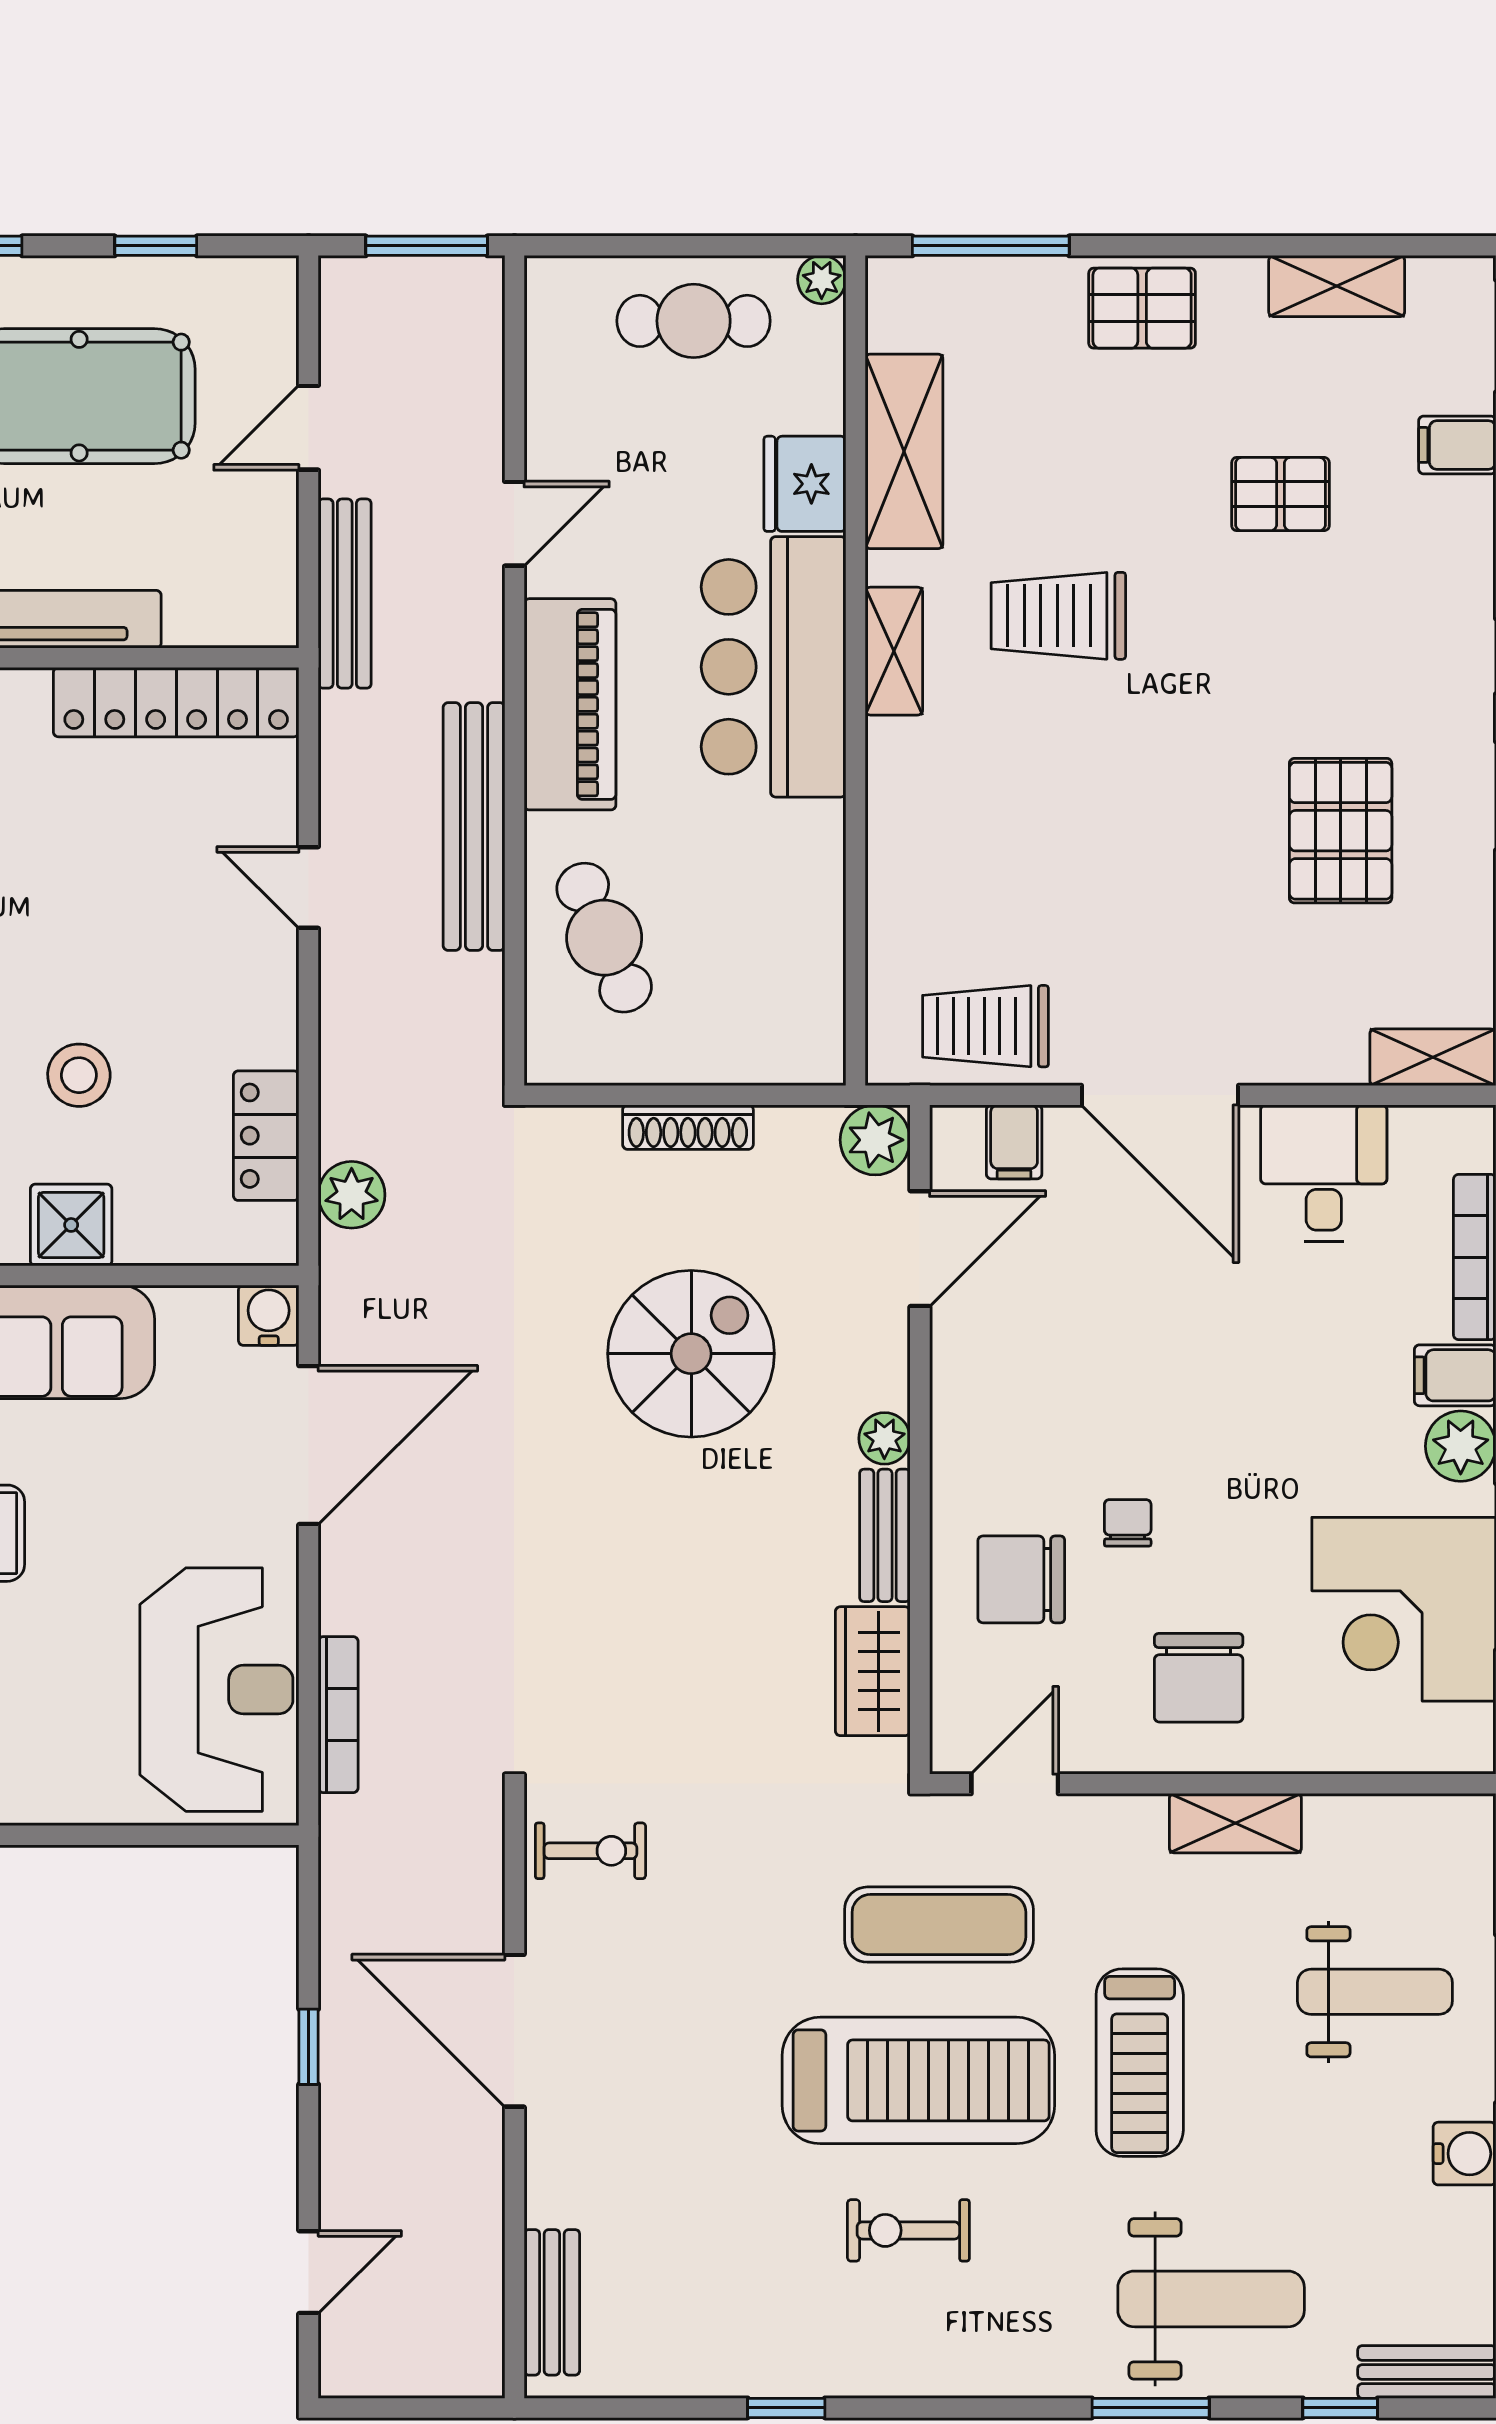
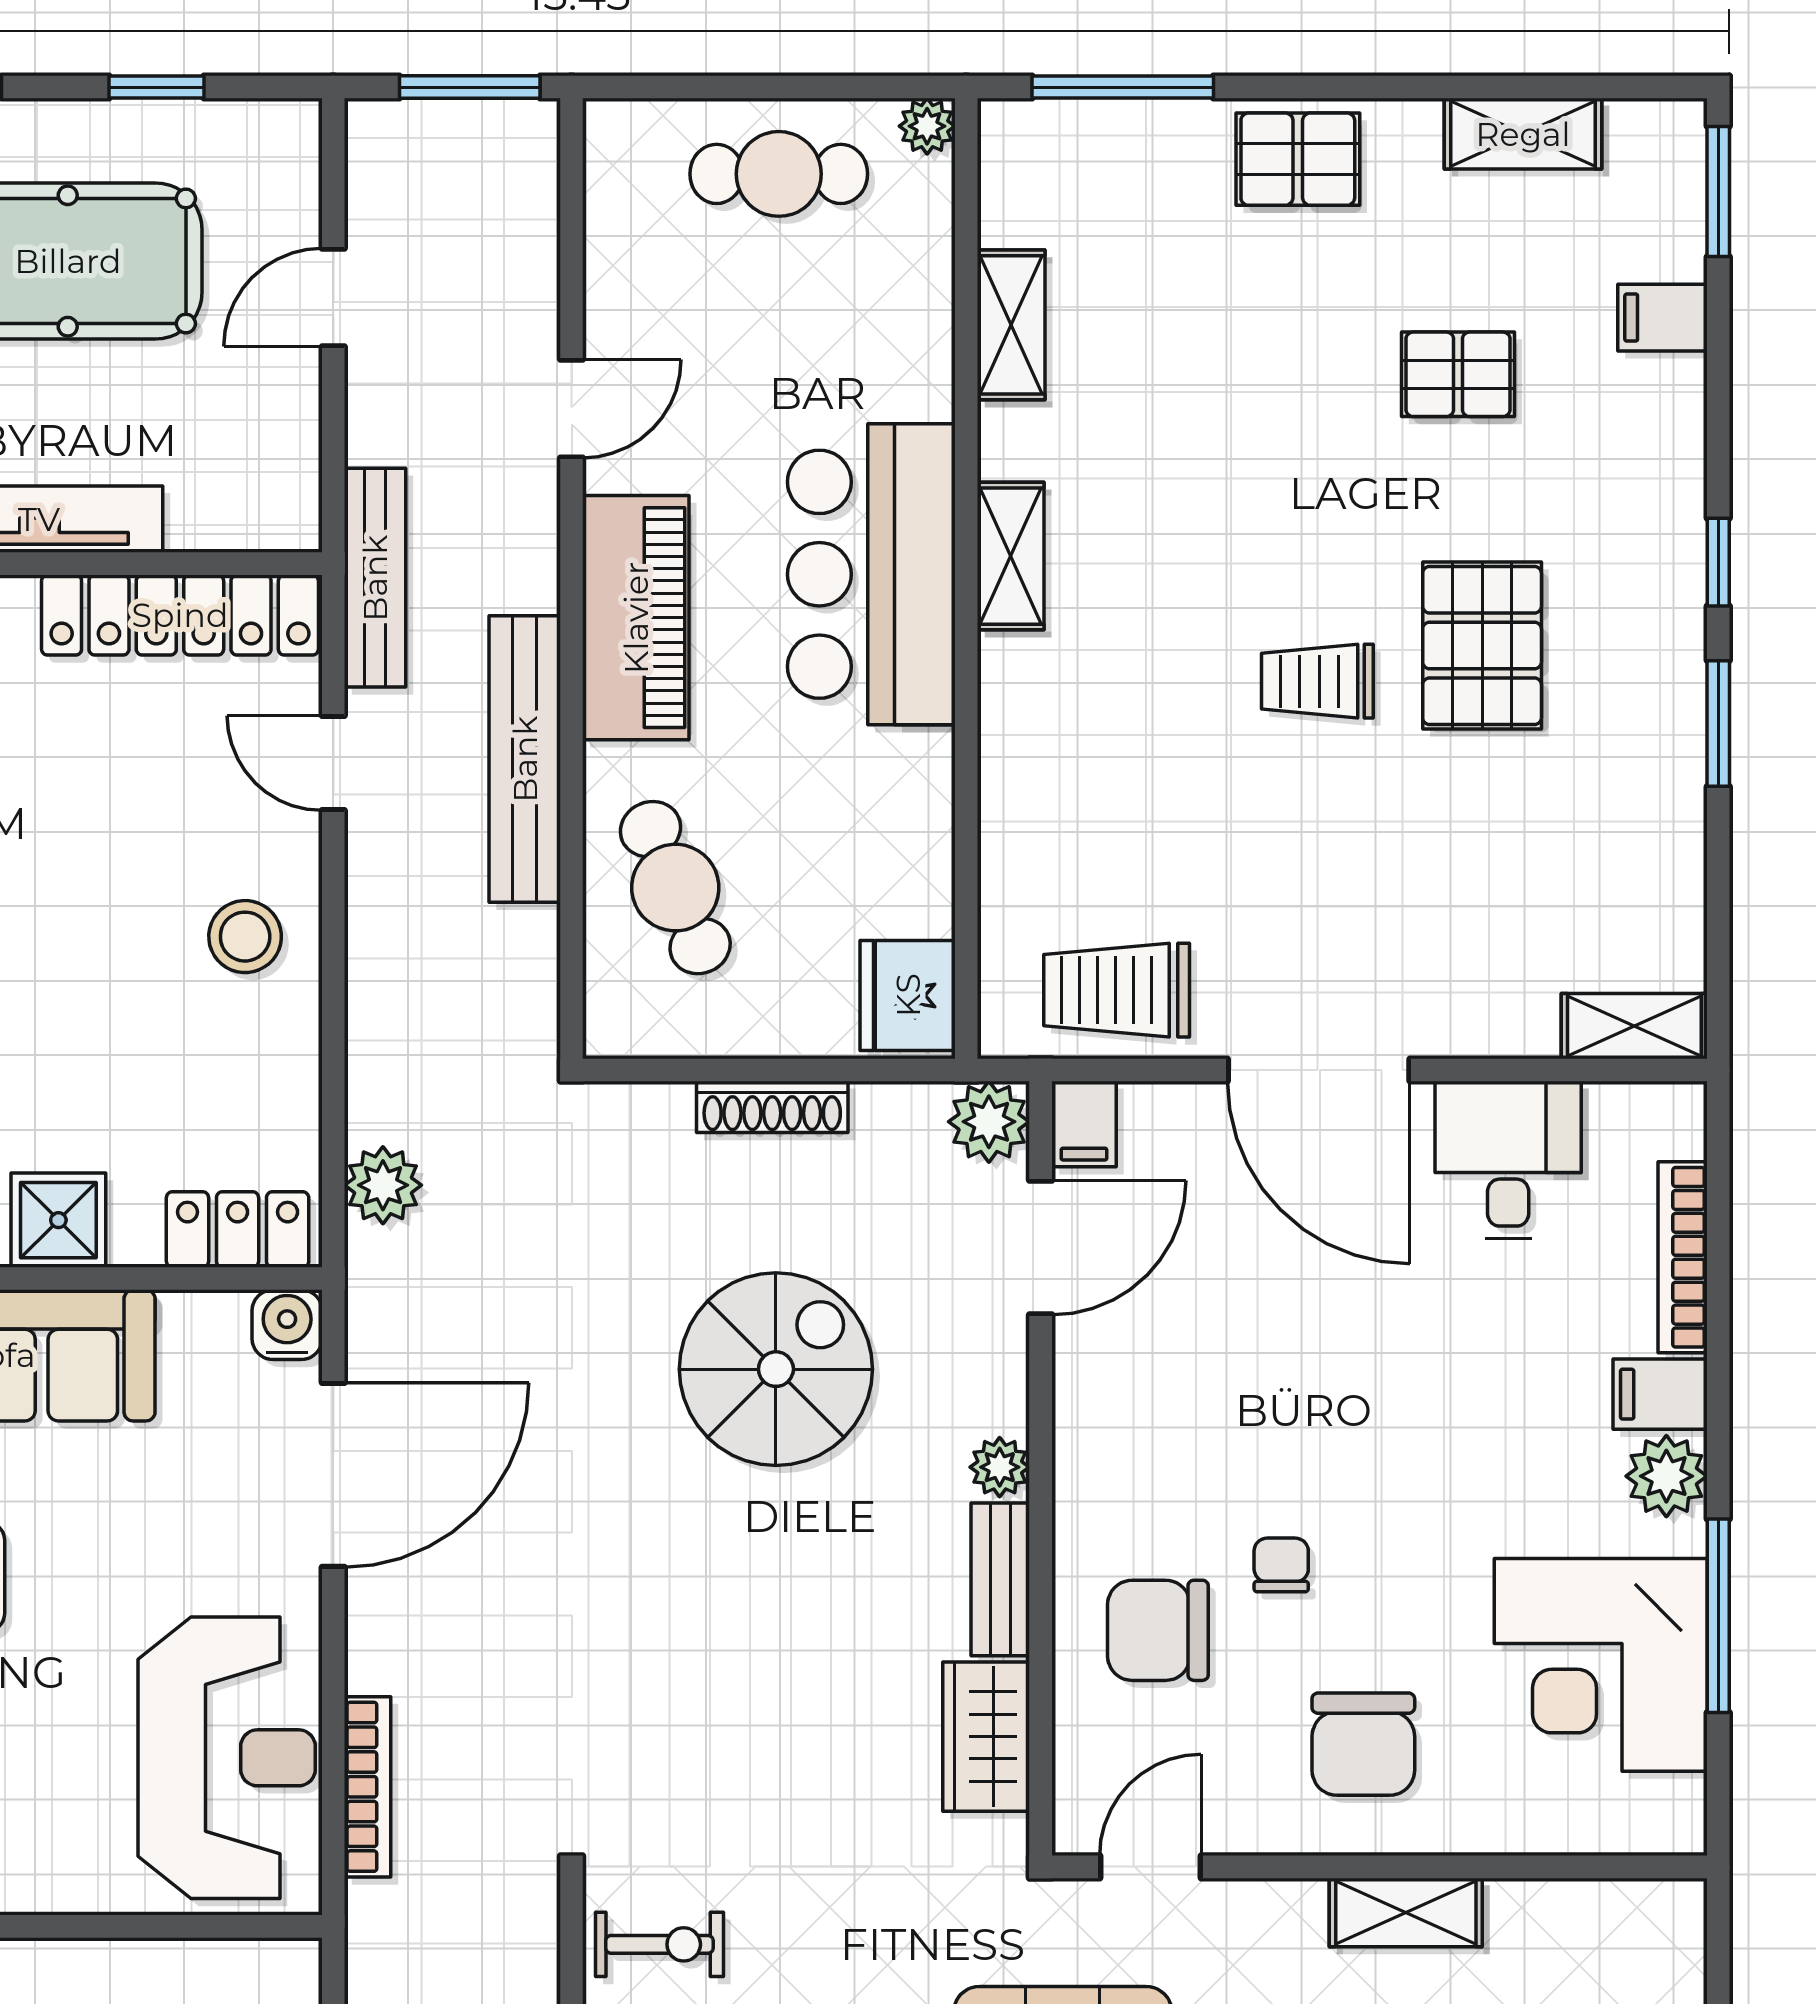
shelving: (904, 451) -> (1011, 325), width x0.67, depth x0.75
fridge: (805, 484) -> (908, 995), moved
bench: (345, 594) -> (375, 578), moved
trolley: (1058, 616) -> (1317, 681), moved, width x0.73, depth x0.72
pallet: (1341, 831) -> (1482, 645), moved
door: (309, 887) -> (333, 763), moved
stool: (79, 1075) -> (245, 937), moved
locker: (266, 1136) -> (238, 1229), moved, turned 90
filing cabinet: (1014, 1142) -> (1084, 1124), moved

